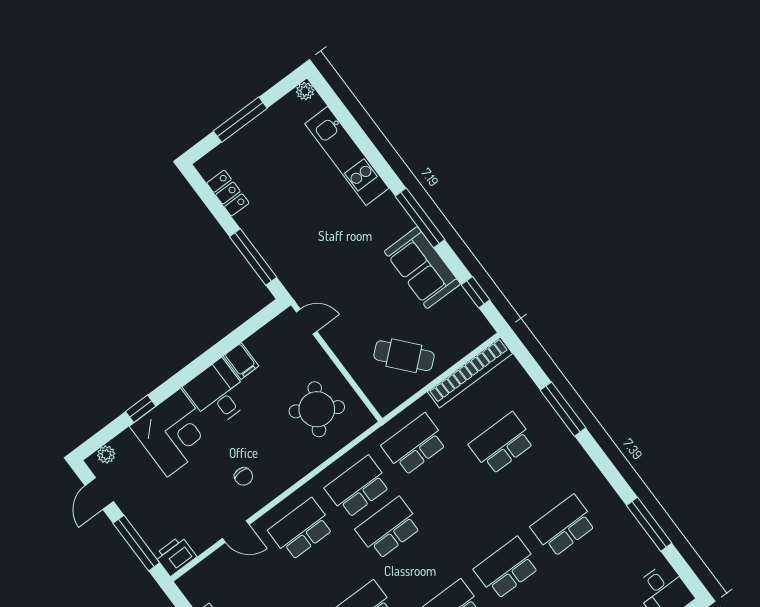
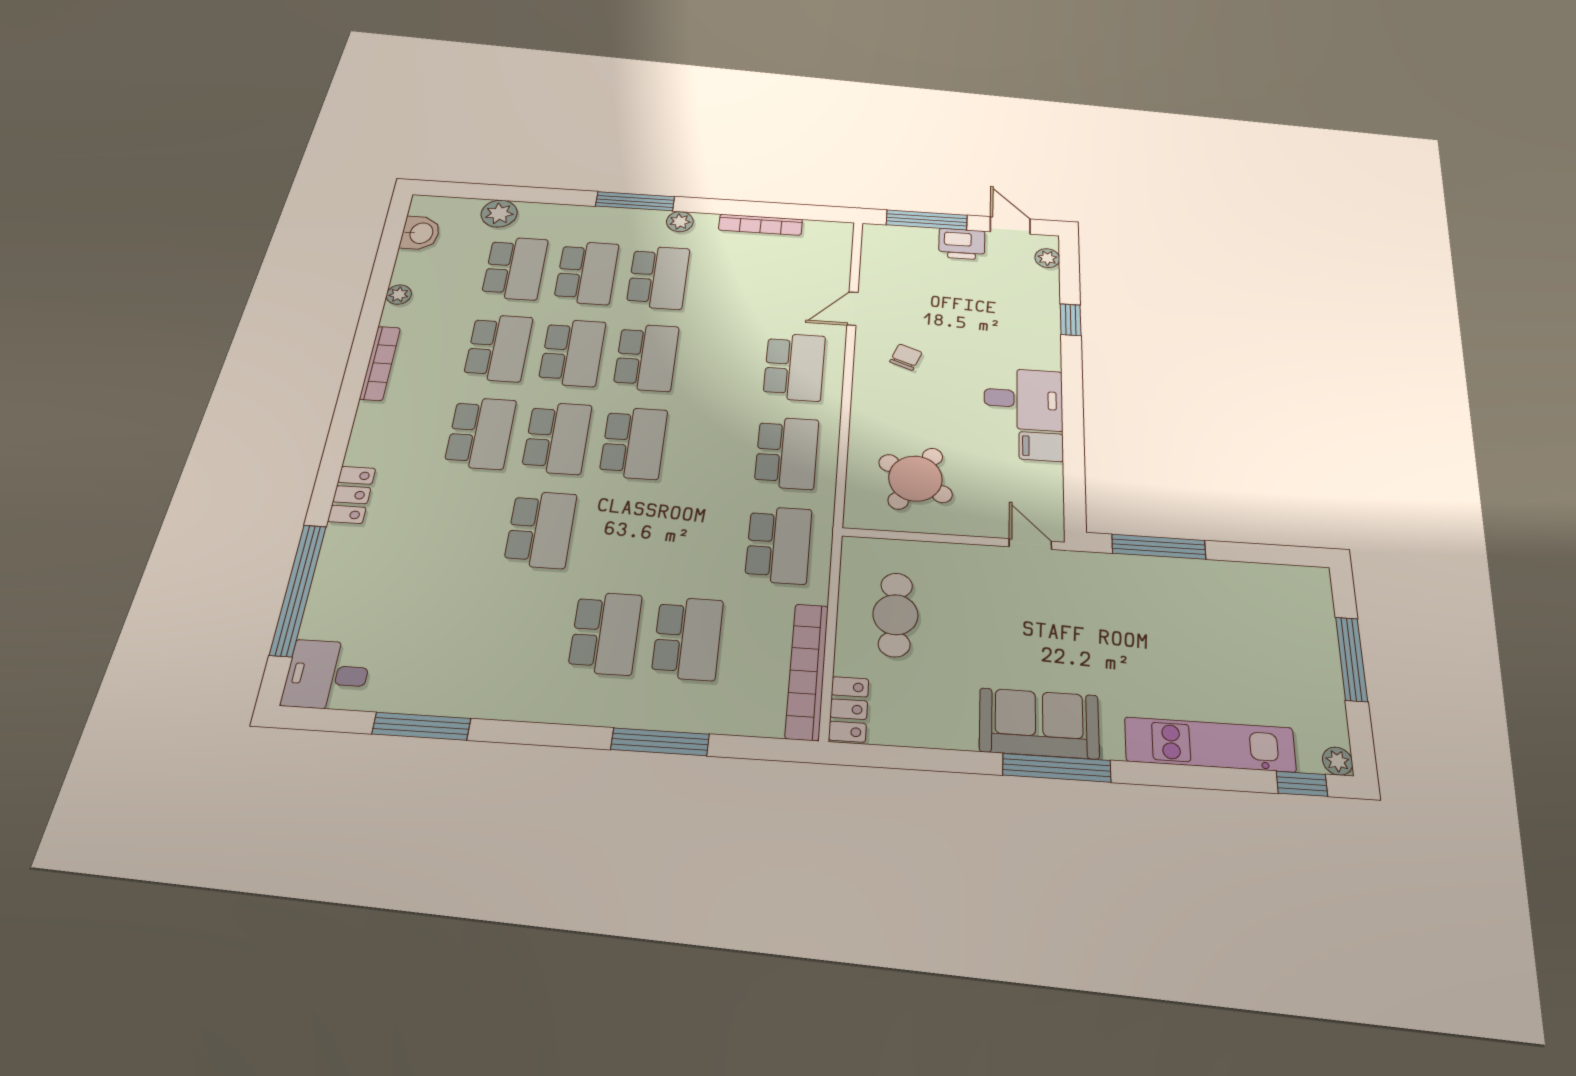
locker: (228, 193) -> (849, 709), moved, turned -90
sofa: (422, 268) -> (1039, 723), moved
window: (476, 292) -> (1302, 784), moved
door: (307, 322) -> (1030, 544), swing flipped
cafe table: (404, 356) -> (895, 615), turned -49
corner desk: (174, 433) -> (1016, 330), removed
chair: (244, 476) -> (906, 357), turned 111
school desk: (563, 526) -> (605, 633), moved
school desk: (389, 528) -> (634, 443), moved
printer: (175, 556) -> (962, 244), moved, turned 90

